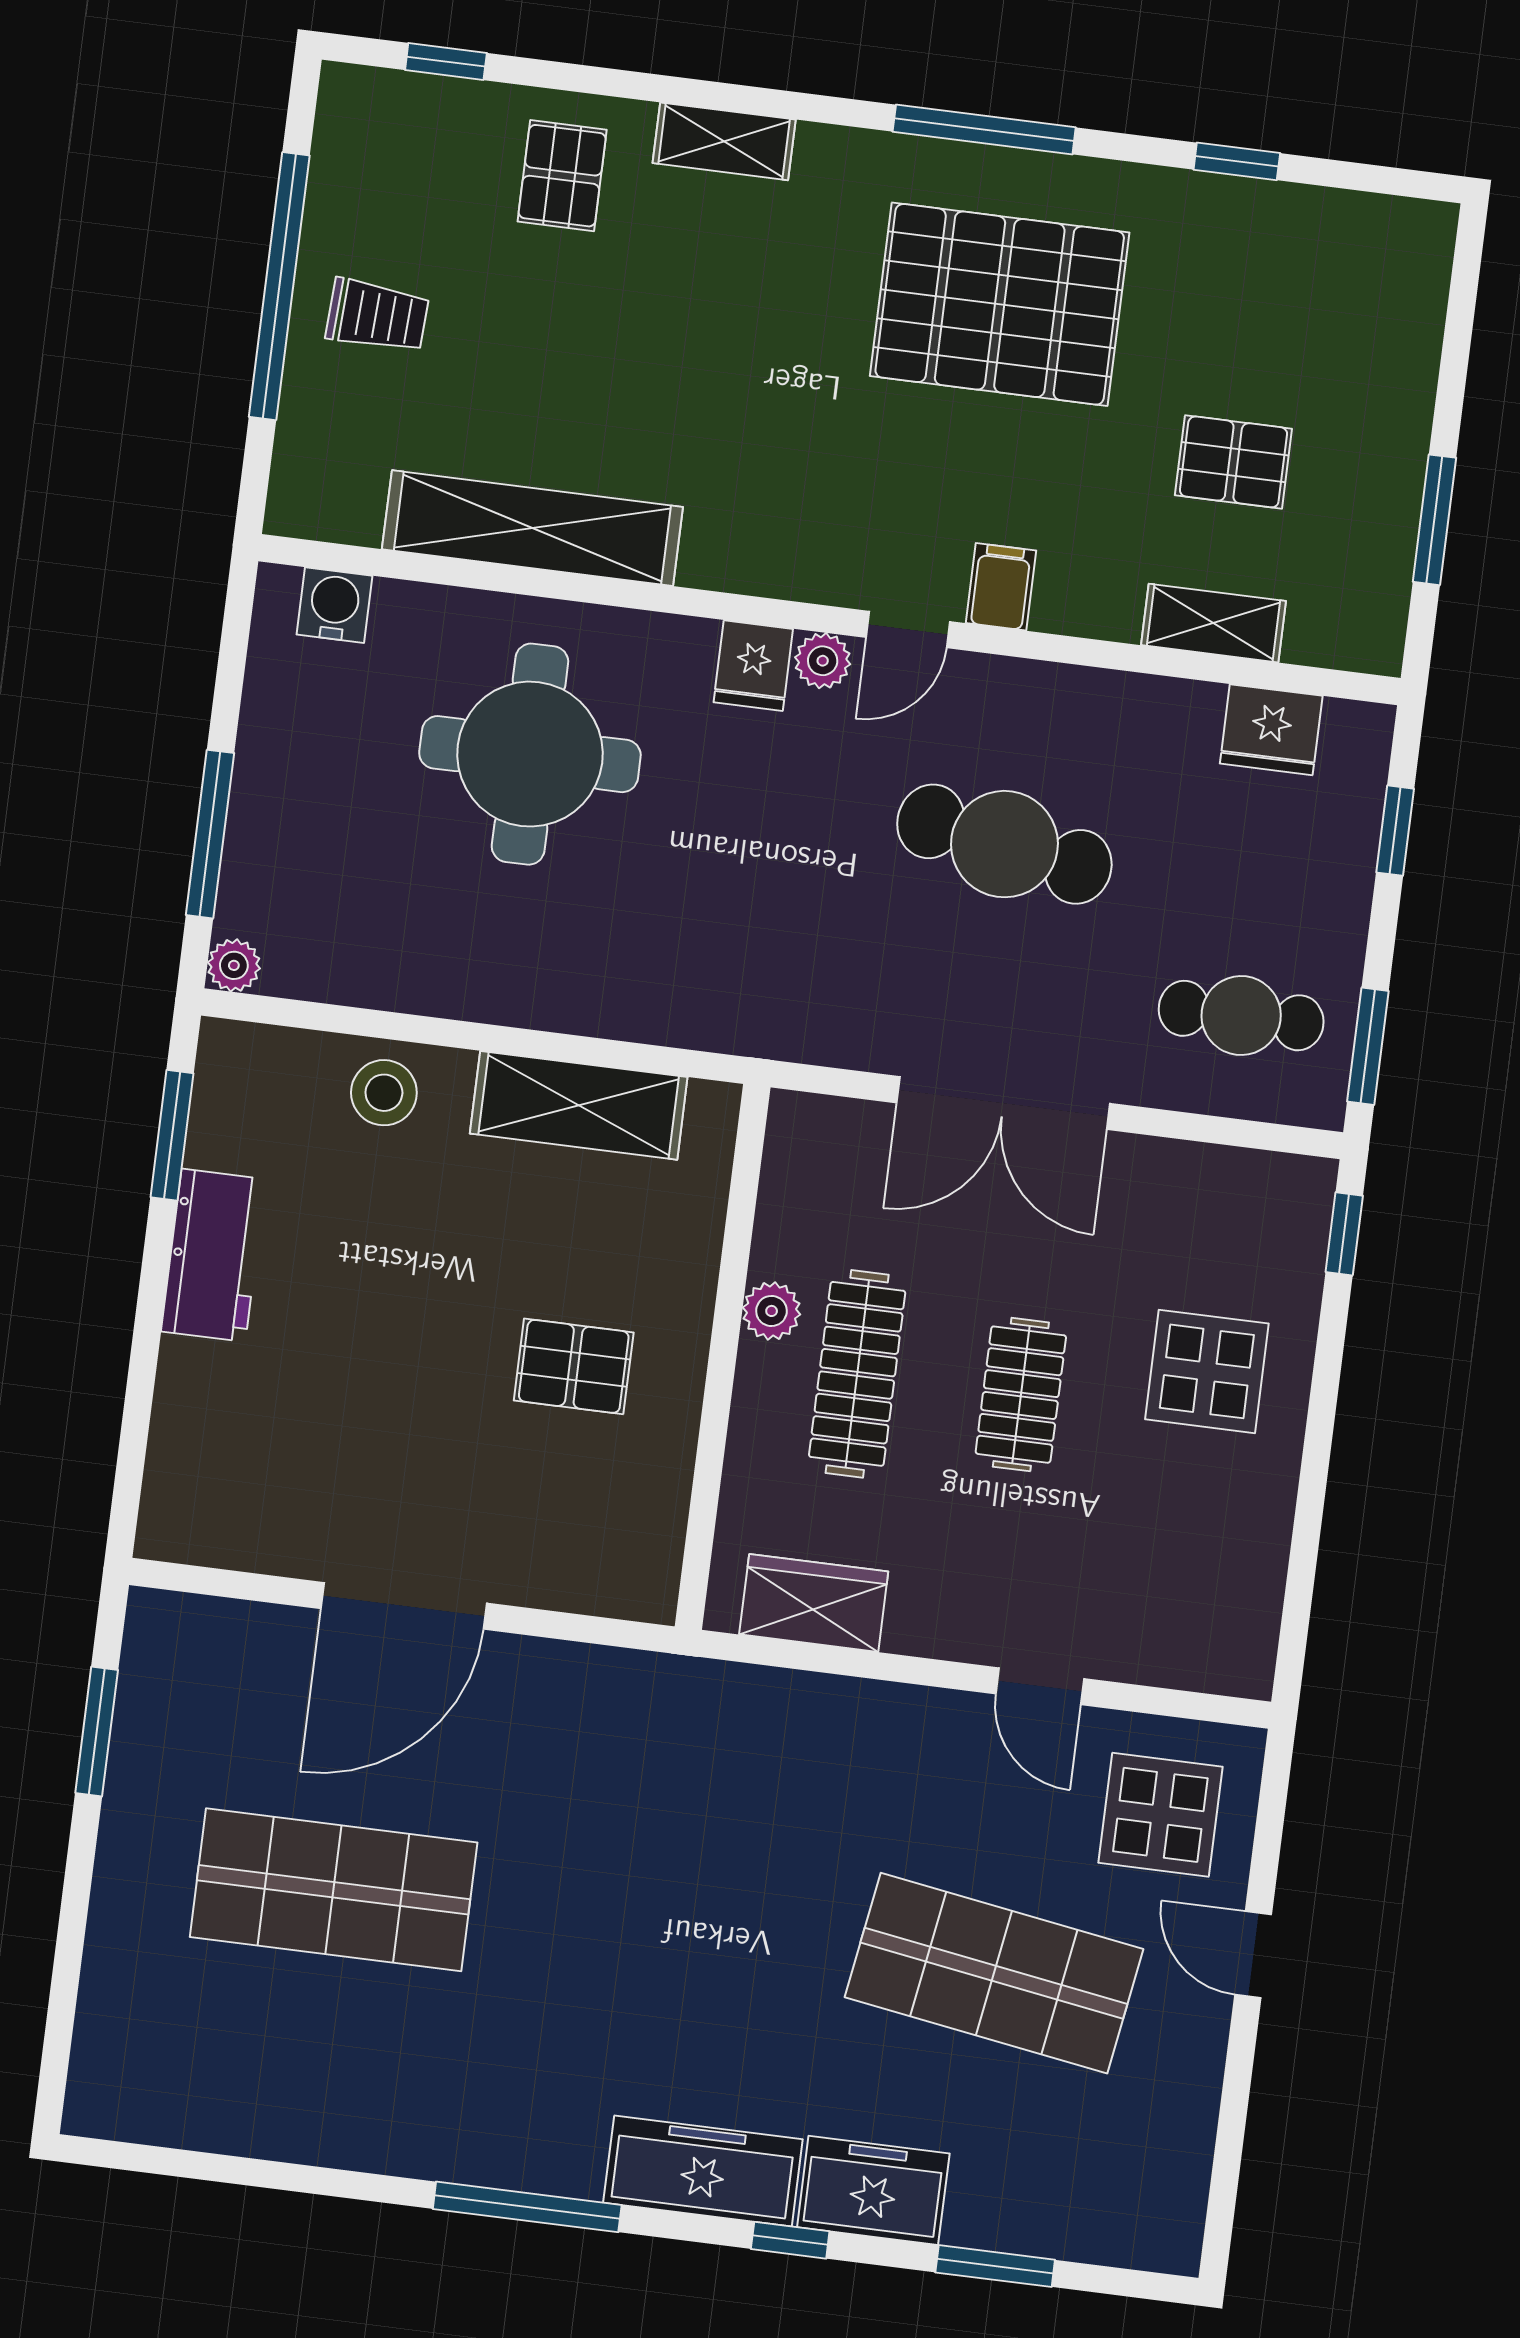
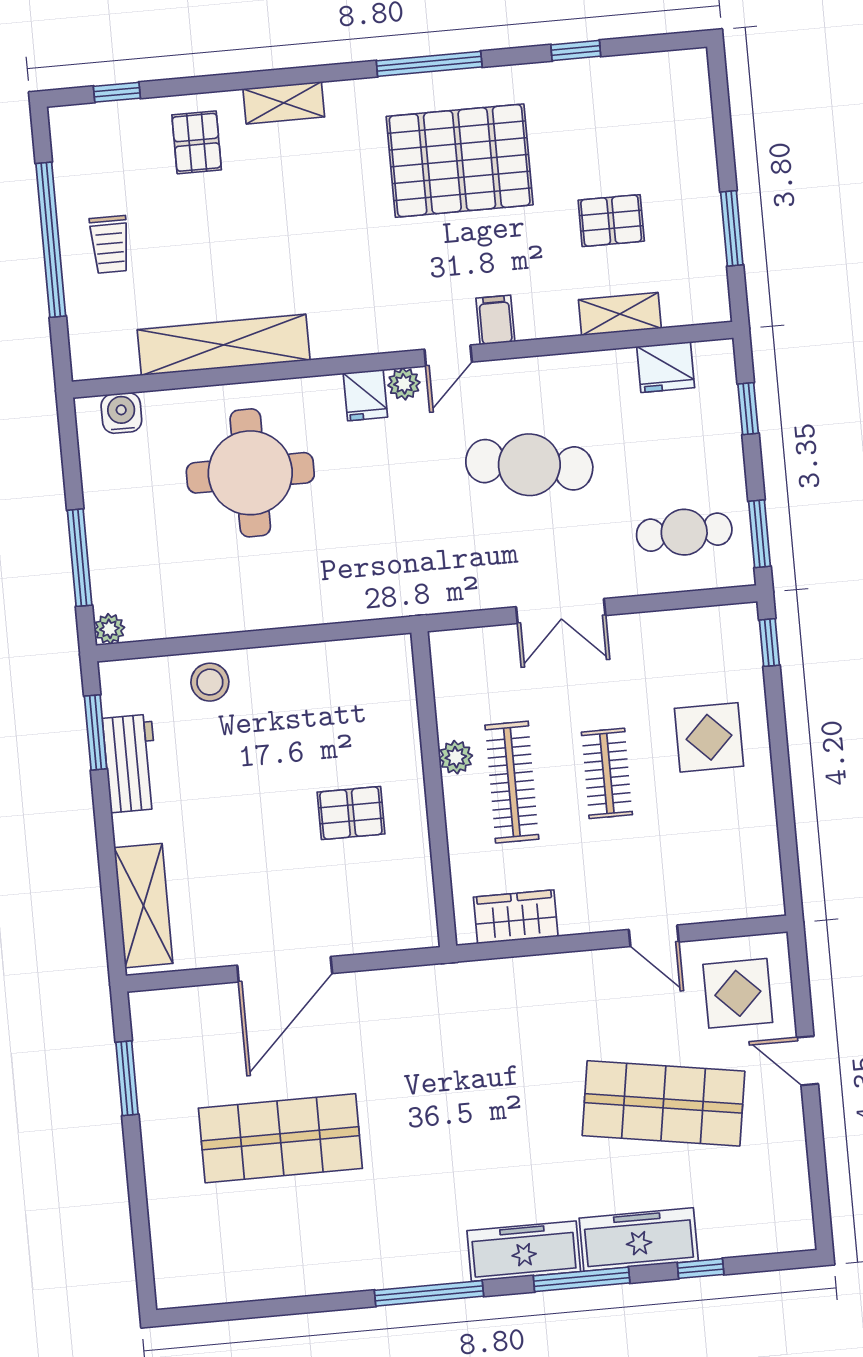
trolley: (377, 316) -> (110, 244), turned 87
double door: (1003, 1103) -> (561, 611), width x0.73
shelving: (579, 1105) -> (143, 906), moved, turned 90
workbench: (213, 1255) -> (131, 763), moved
freezer: (873, 2190) -> (639, 1239), width x1.40
window: (790, 2240) -> (582, 1279), width x2.17
window: (995, 2266) -> (701, 1269), width x0.67

